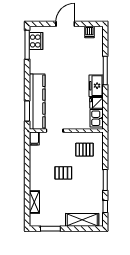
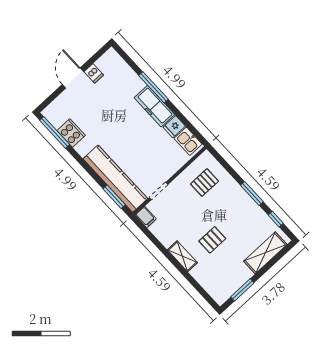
dishwasher: (89, 32) -> (94, 73), moved
cooker: (36, 41) -> (71, 133), moved
freezer: (96, 86) -> (154, 106), width x1.40
pallet: (63, 173) -> (212, 240), moved
shelving: (34, 202) -> (182, 256), moved

